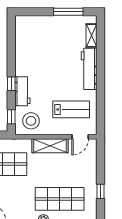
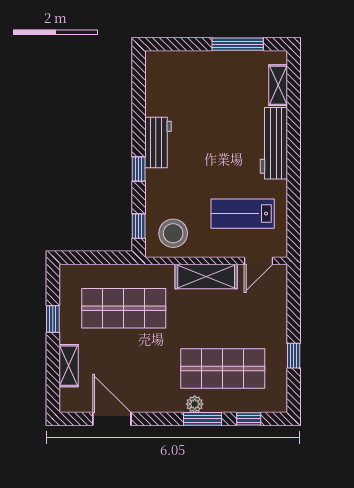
workbench: (22, 91) -> (158, 143), moved
lab bench: (71, 109) -> (243, 214), turned 180

